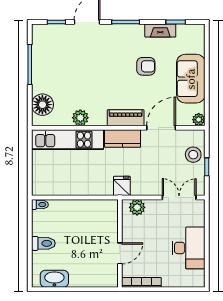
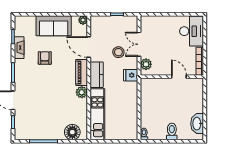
plant: (80, 118) -> (82, 92), moved
stool: (193, 155) -> (118, 52), moved
double door: (179, 198) -> (139, 44), moved
desk: (189, 248) -> (192, 31), moved, turned 90

